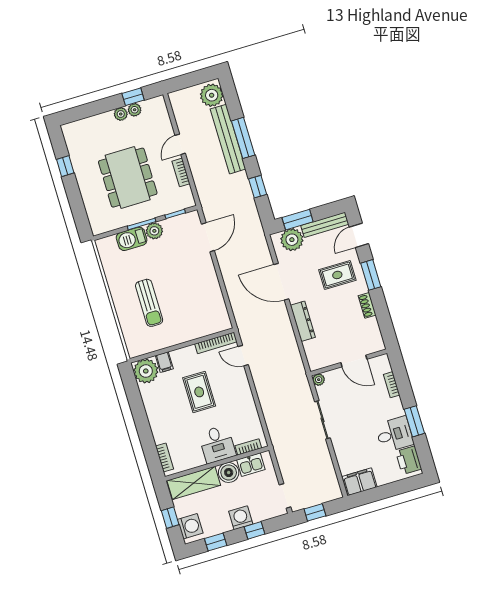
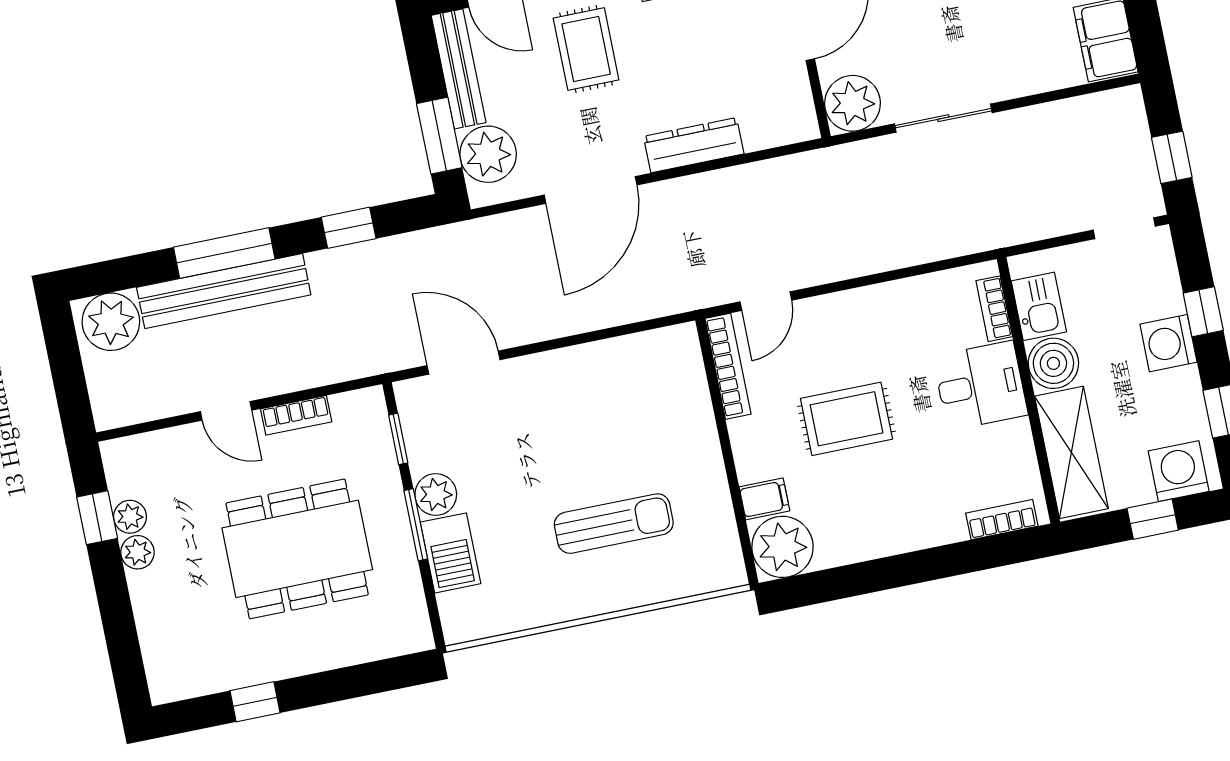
plant: (319, 380) -> (853, 103), width x1.88, depth x1.88

